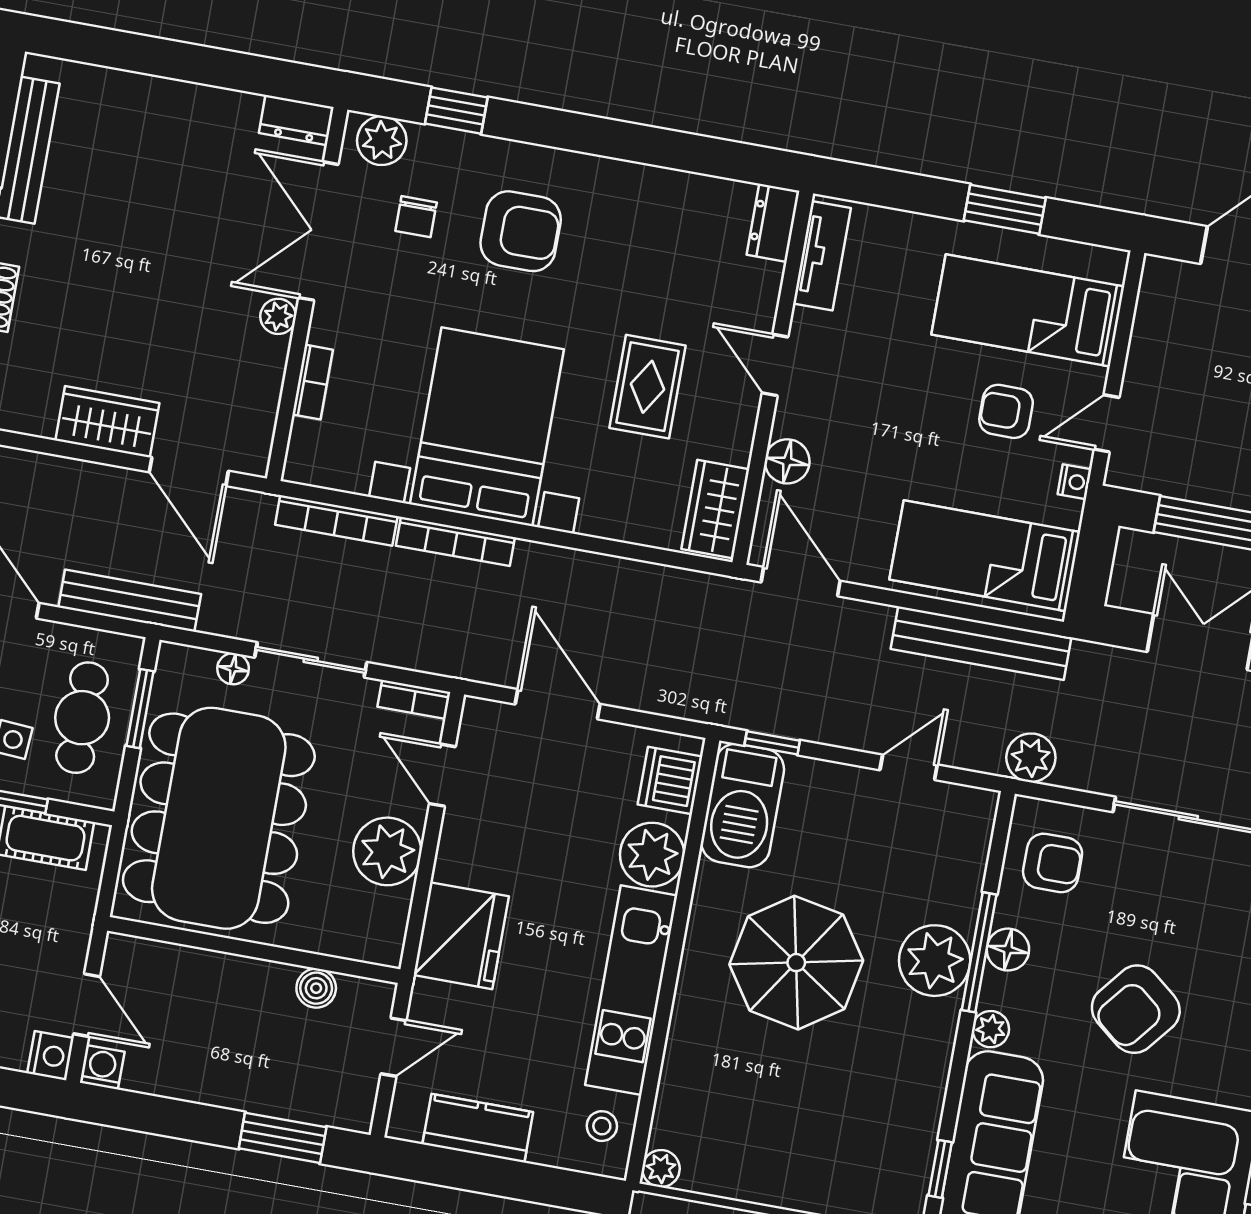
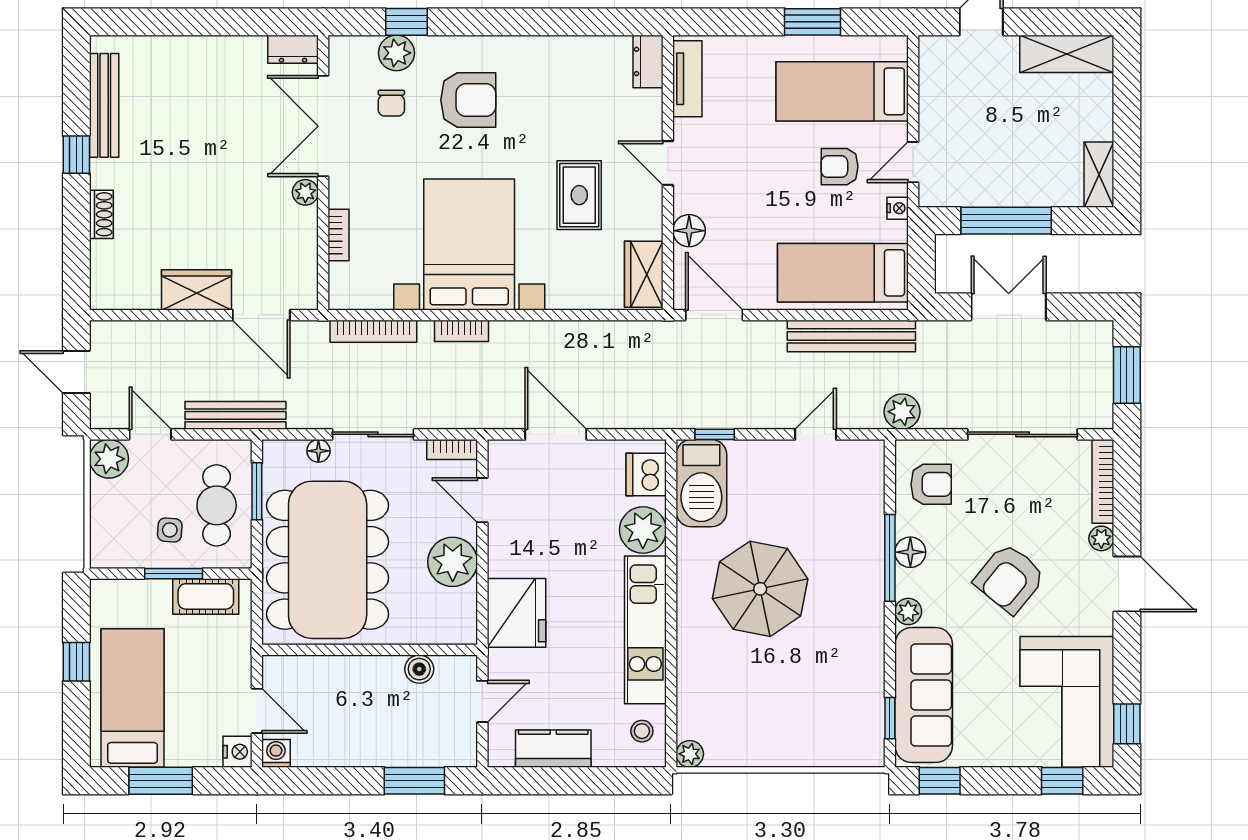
plant: (382, 141) -> (396, 53), moved
bookcase: (455, 541) -> (462, 331), width x0.64
plant: (935, 961) -> (859, 570), removed

